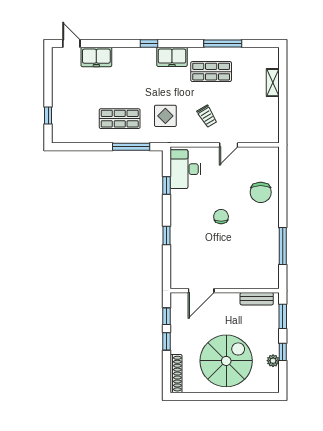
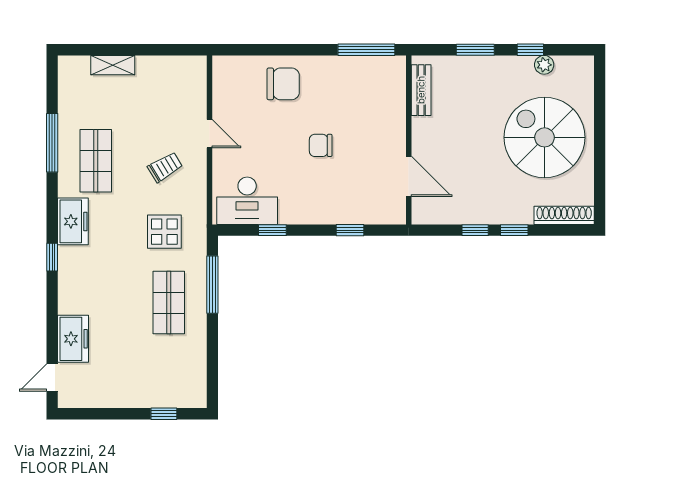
door: (201, 291) -> (409, 176), moved
wall: (225, 291) -> (409, 140), moved
bench: (257, 299) -> (421, 90), moved

